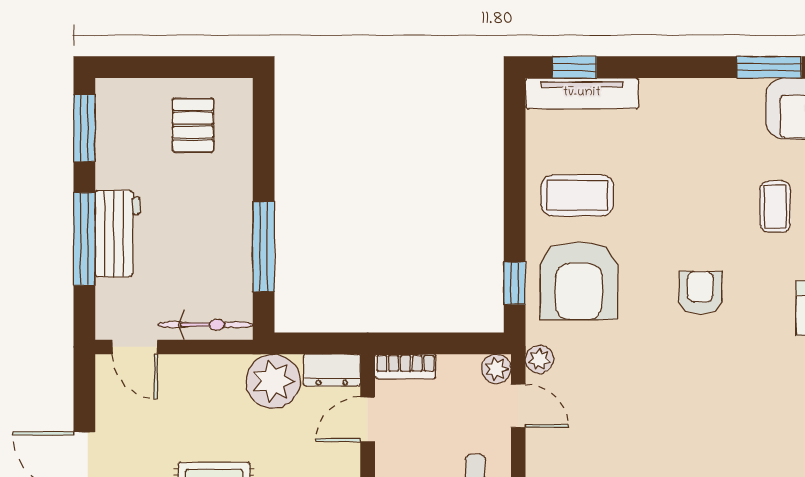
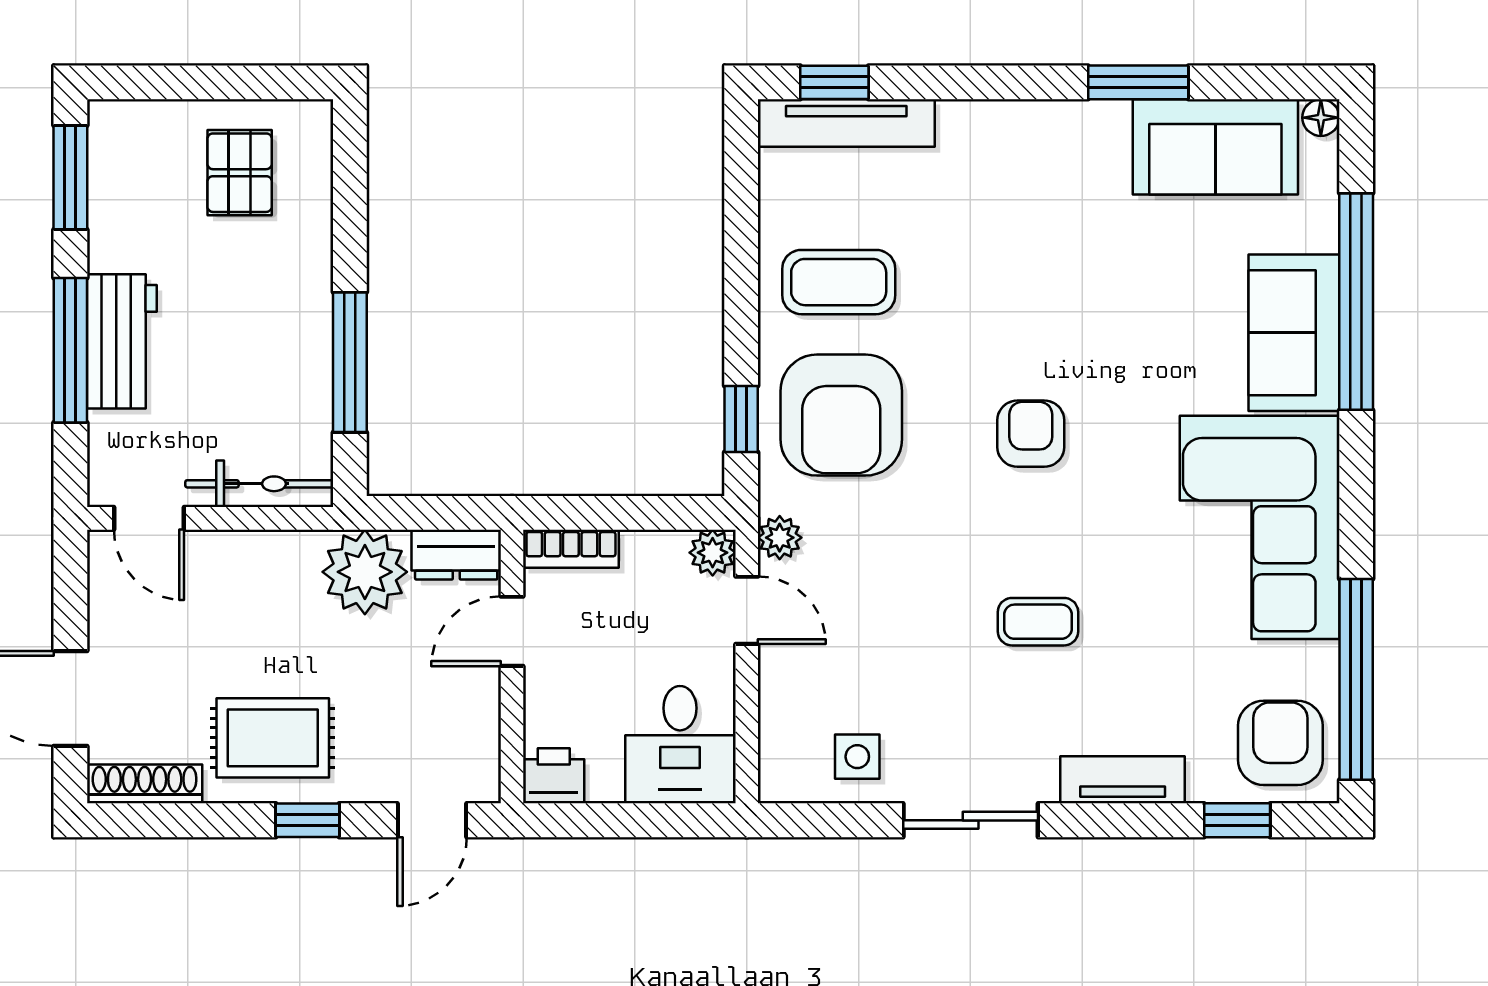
coffee table: (775, 207) -> (1038, 622), moved, turned 90

